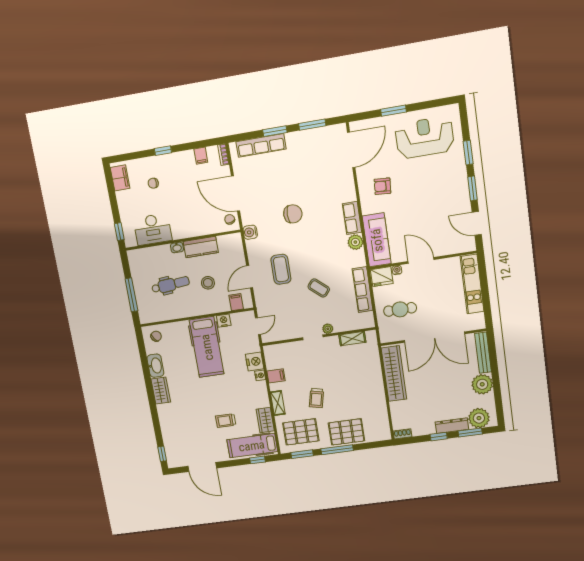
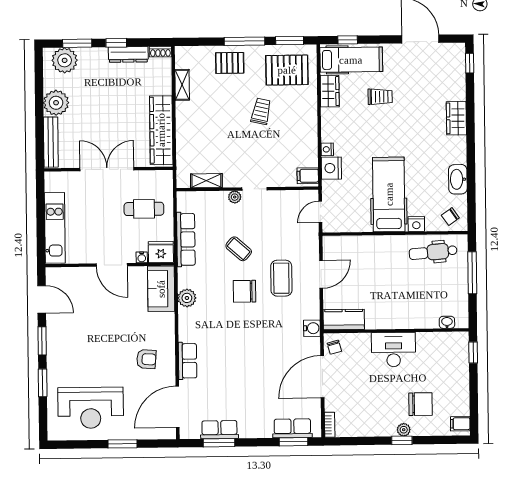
window: (275, 131) -> (294, 442), moved
row of seats: (313, 136) -> (219, 430), added
row of seats: (261, 145) -> (292, 428), width x0.68
filing cabinet: (201, 156) -> (357, 428), removed
plant: (163, 160) -> (404, 430), added
filing cabinet: (120, 178) -> (460, 424), width x0.50
chair: (153, 183) -> (421, 404), width x1.87, depth x1.87
door: (236, 194) -> (322, 377), swing flipped
chair: (293, 214) -> (245, 291), moved
row of seats: (352, 218) -> (187, 361), moved
desk: (153, 229) -> (394, 350), moved
sofa: (377, 240) -> (161, 289), width x0.73
washbasin: (177, 247) -> (447, 322), moved
kitchen counter: (201, 247) -> (344, 320), moved
stool: (208, 283) -> (374, 274), removed
dental chair: (170, 285) -> (433, 252), moved
filing cabinet: (236, 302) -> (343, 246), removed
nightstand: (224, 321) -> (416, 224), moved
double door: (434, 337) -> (107, 169), width x0.73
filing cabinet: (276, 376) -> (308, 176), moved
wardrobe: (161, 391) -> (456, 118), moved
shelving: (278, 403) -> (182, 85), moved
dresser: (452, 426) -> (128, 54), moved
pallet: (346, 432) -> (230, 63), width x0.67, depth x0.71

